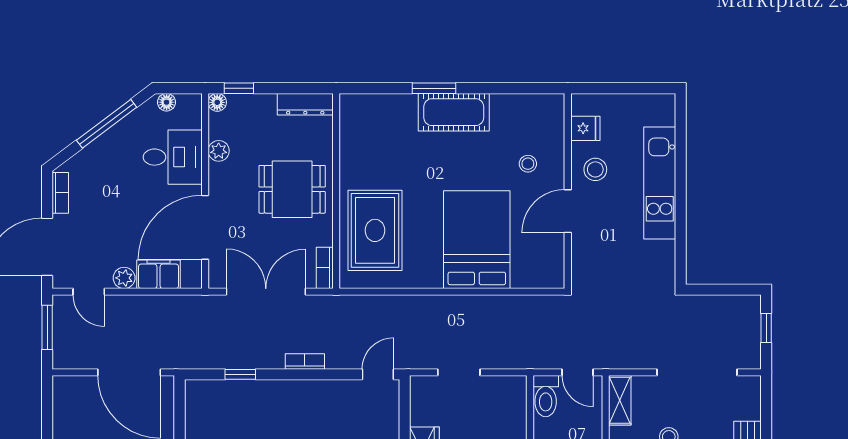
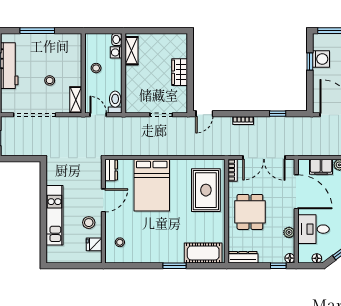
cot: (454, 112) -> (203, 253), moved
stool: (528, 164) -> (120, 242), moved
dining table: (292, 189) -> (250, 212), turned 90
door: (205, 227) -> (296, 192), hinge flipped
dresser: (553, 268) -> (111, 170), added

